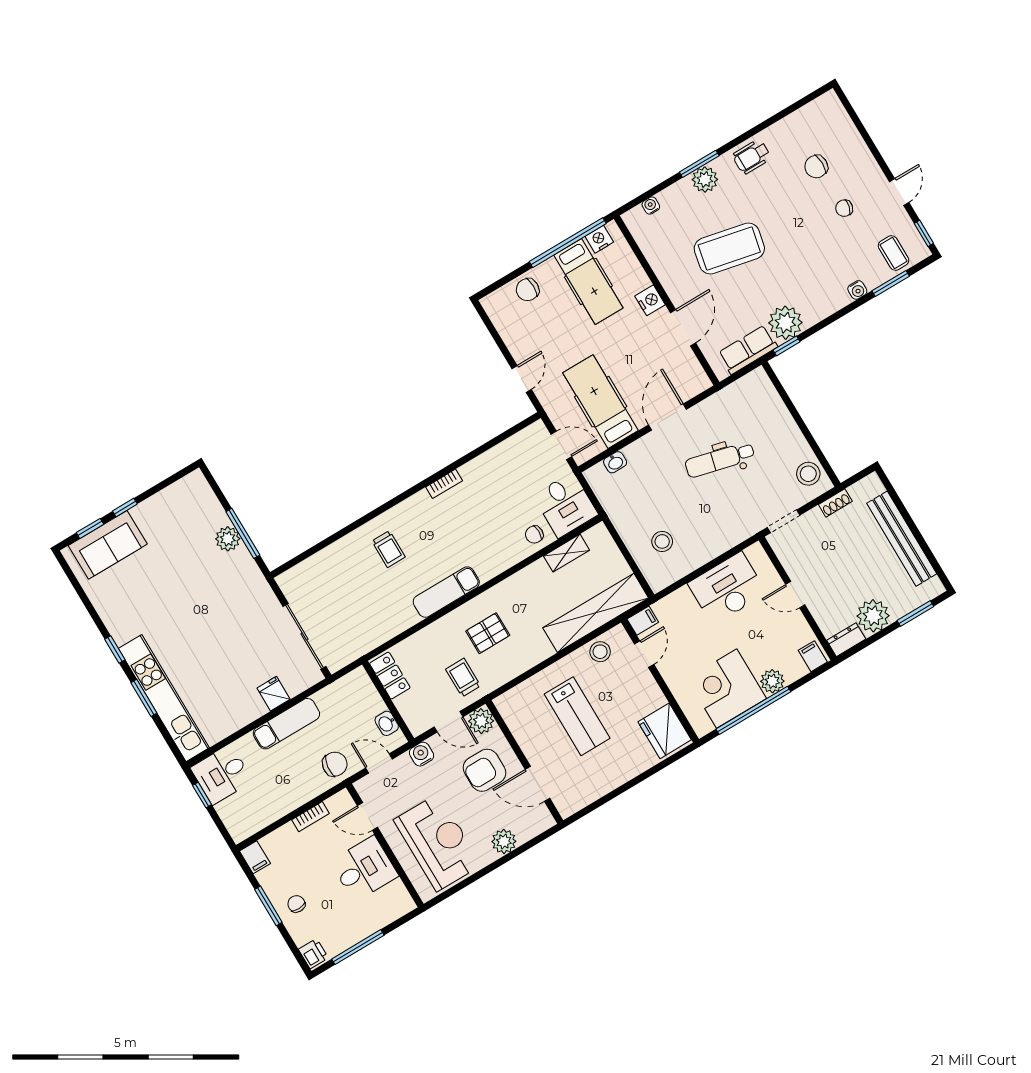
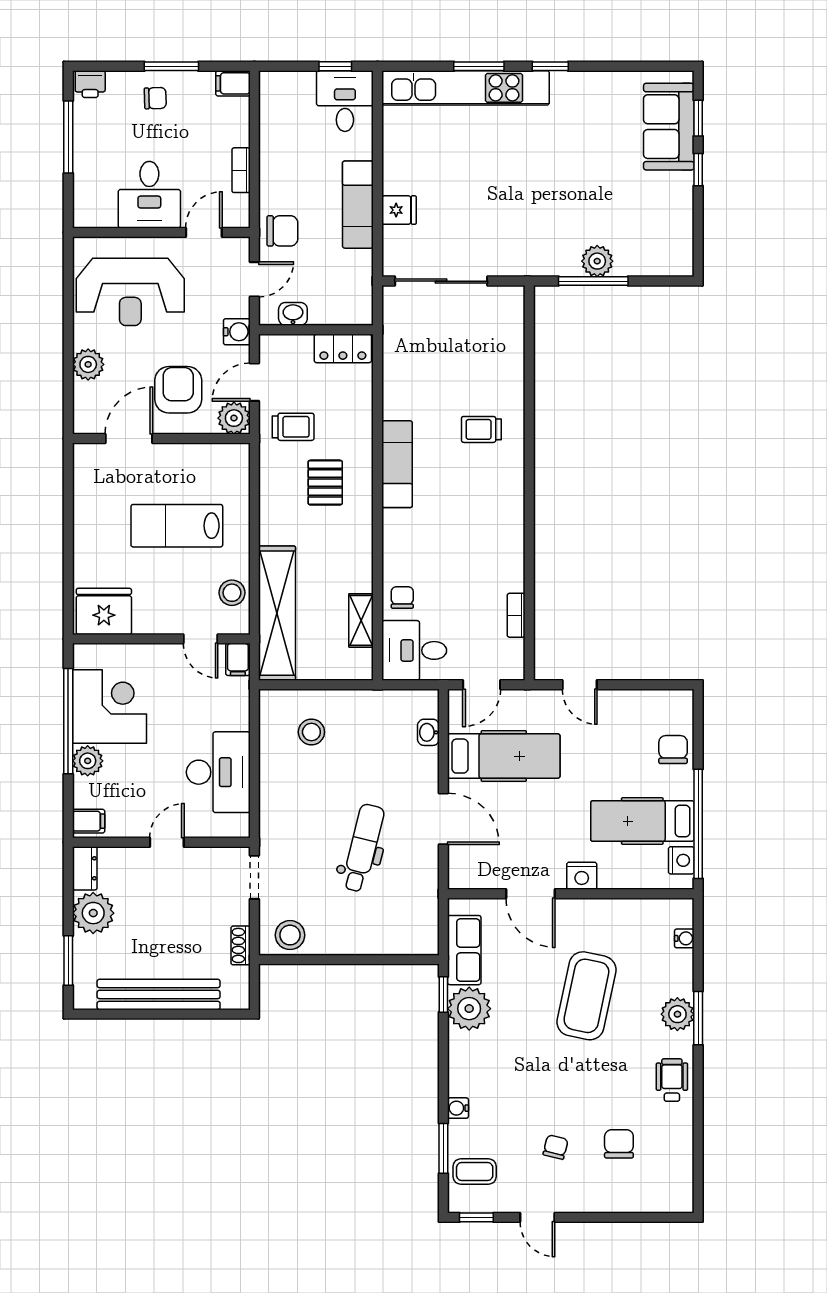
bookcase: (444, 484) -> (516, 615), moved
chair: (335, 764) -> (282, 231), turned -98

